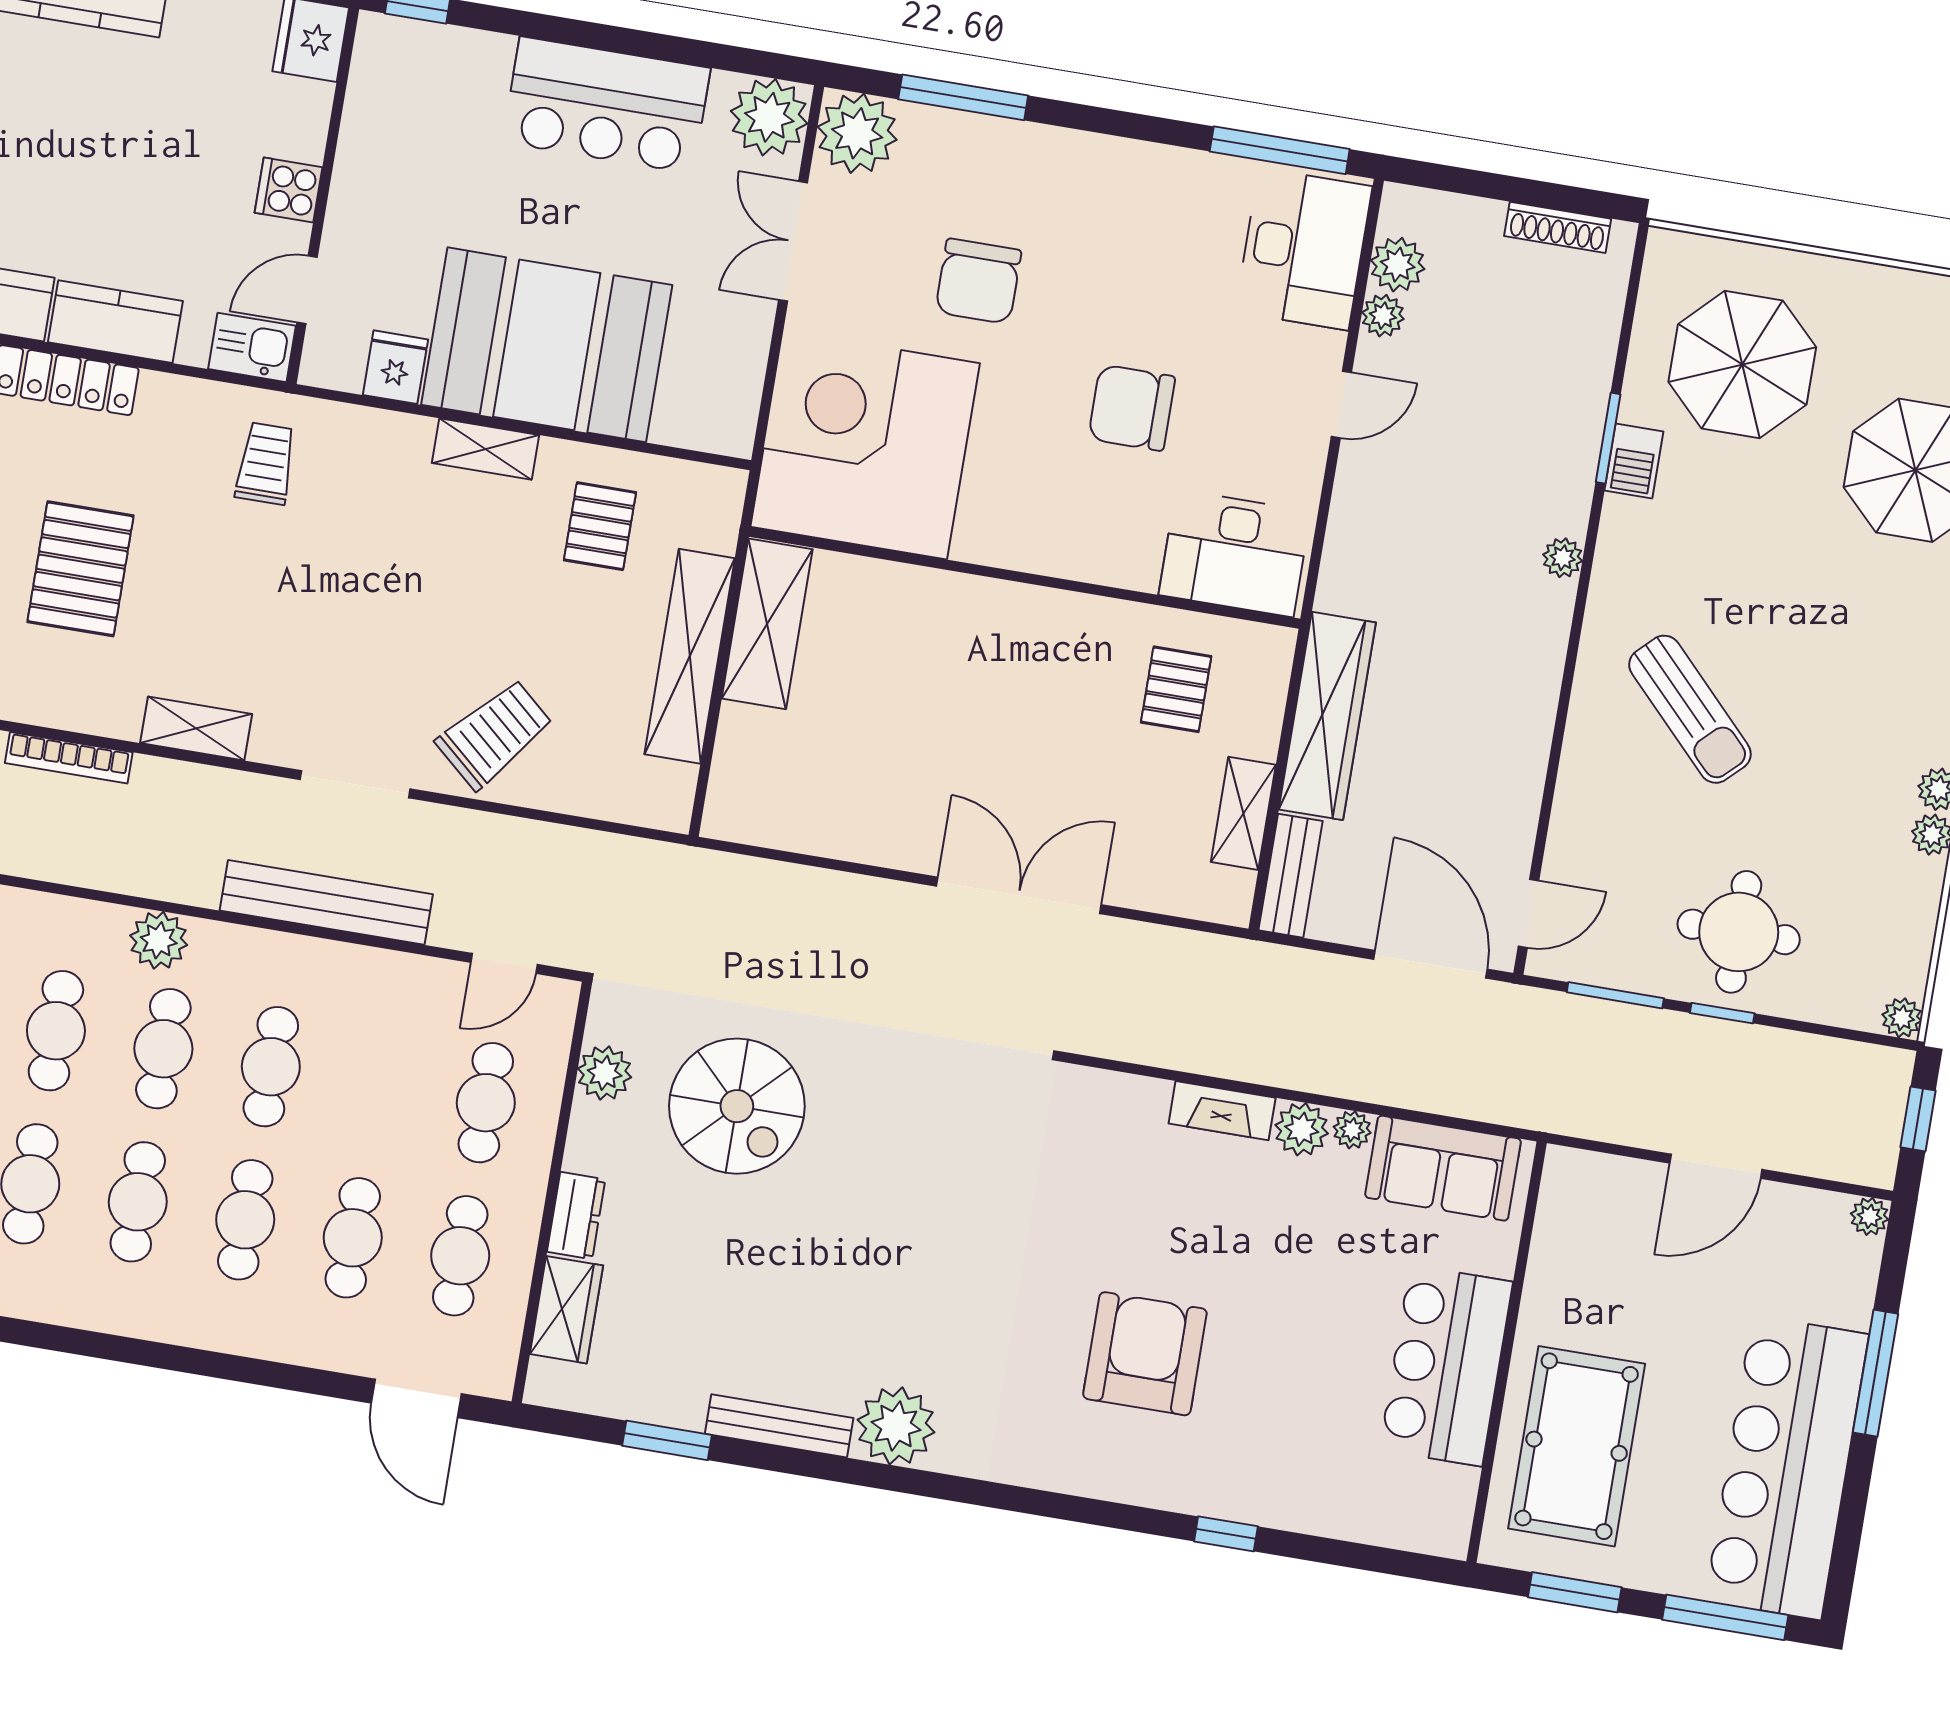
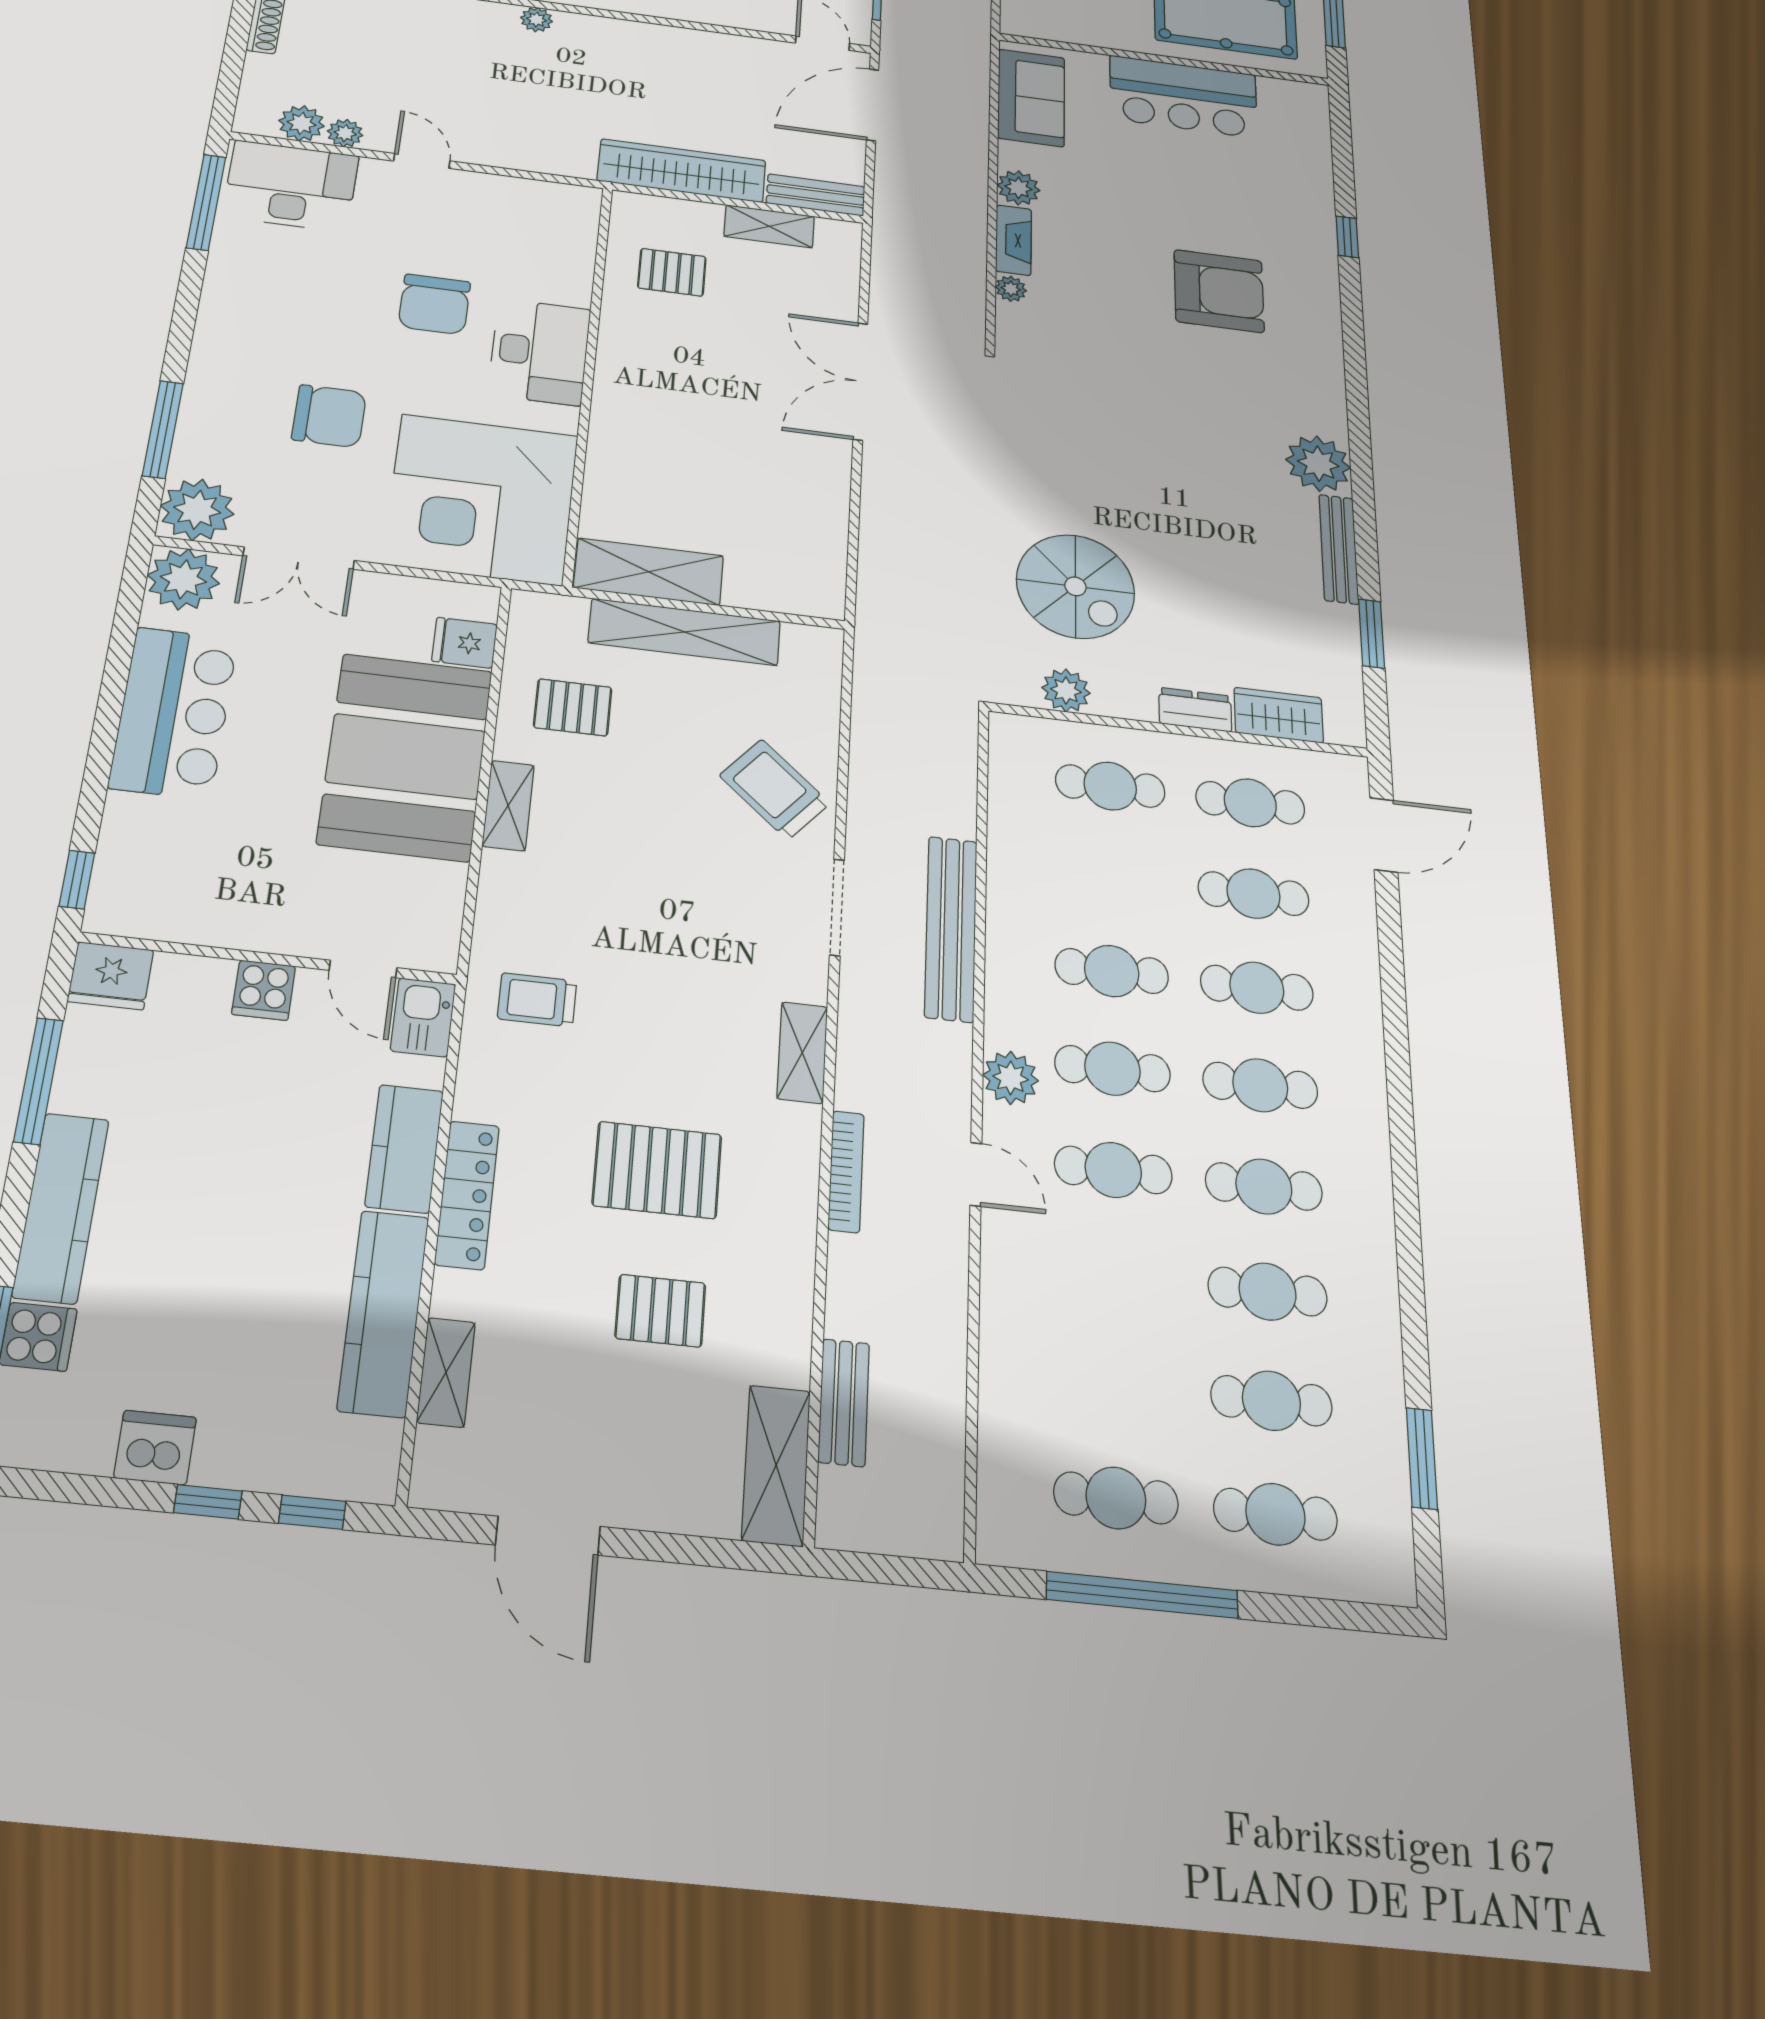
fridge: (395, 367) -> (465, 643), moved
desk: (1235, 553) -> (540, 352), moved
door: (504, 963) -> (976, 1174), moved
spiral stairs: (737, 1106) -> (1075, 586), turned 90
plant: (1352, 1130) -> (1011, 289), moved
armchair: (1145, 1354) -> (1219, 291), turned 180

